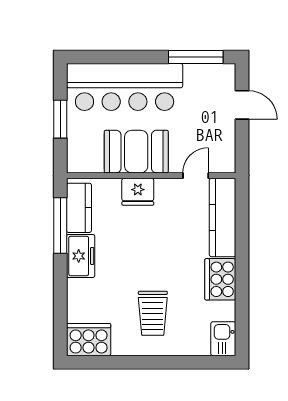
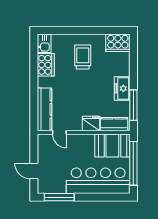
window: (60, 119) -> (133, 163), width x2.11
booth: (136, 152) -> (112, 145), moved
door: (196, 176) -> (59, 132), hinge flipped
kitchen counter: (79, 208) -> (114, 124), moved, turned 90
cooker: (220, 279) -> (46, 65), moved

